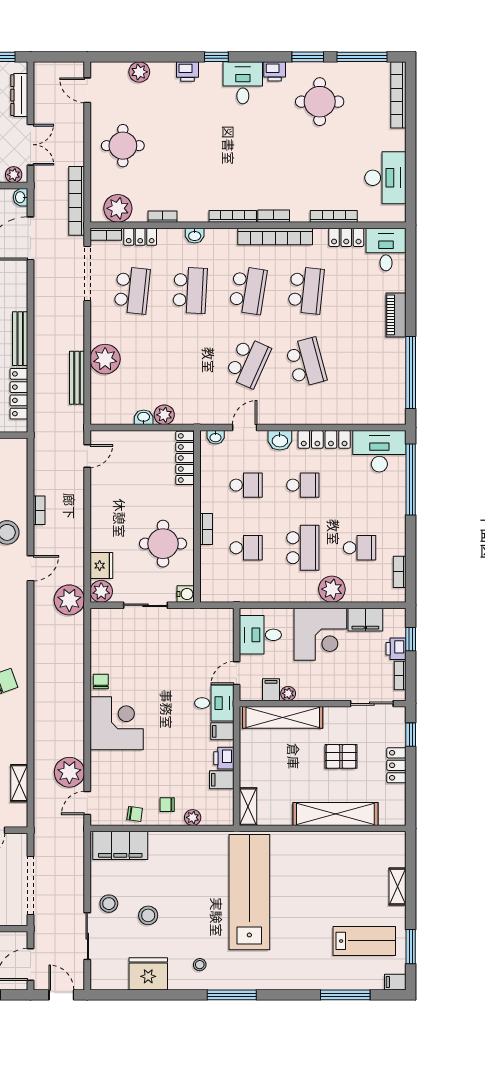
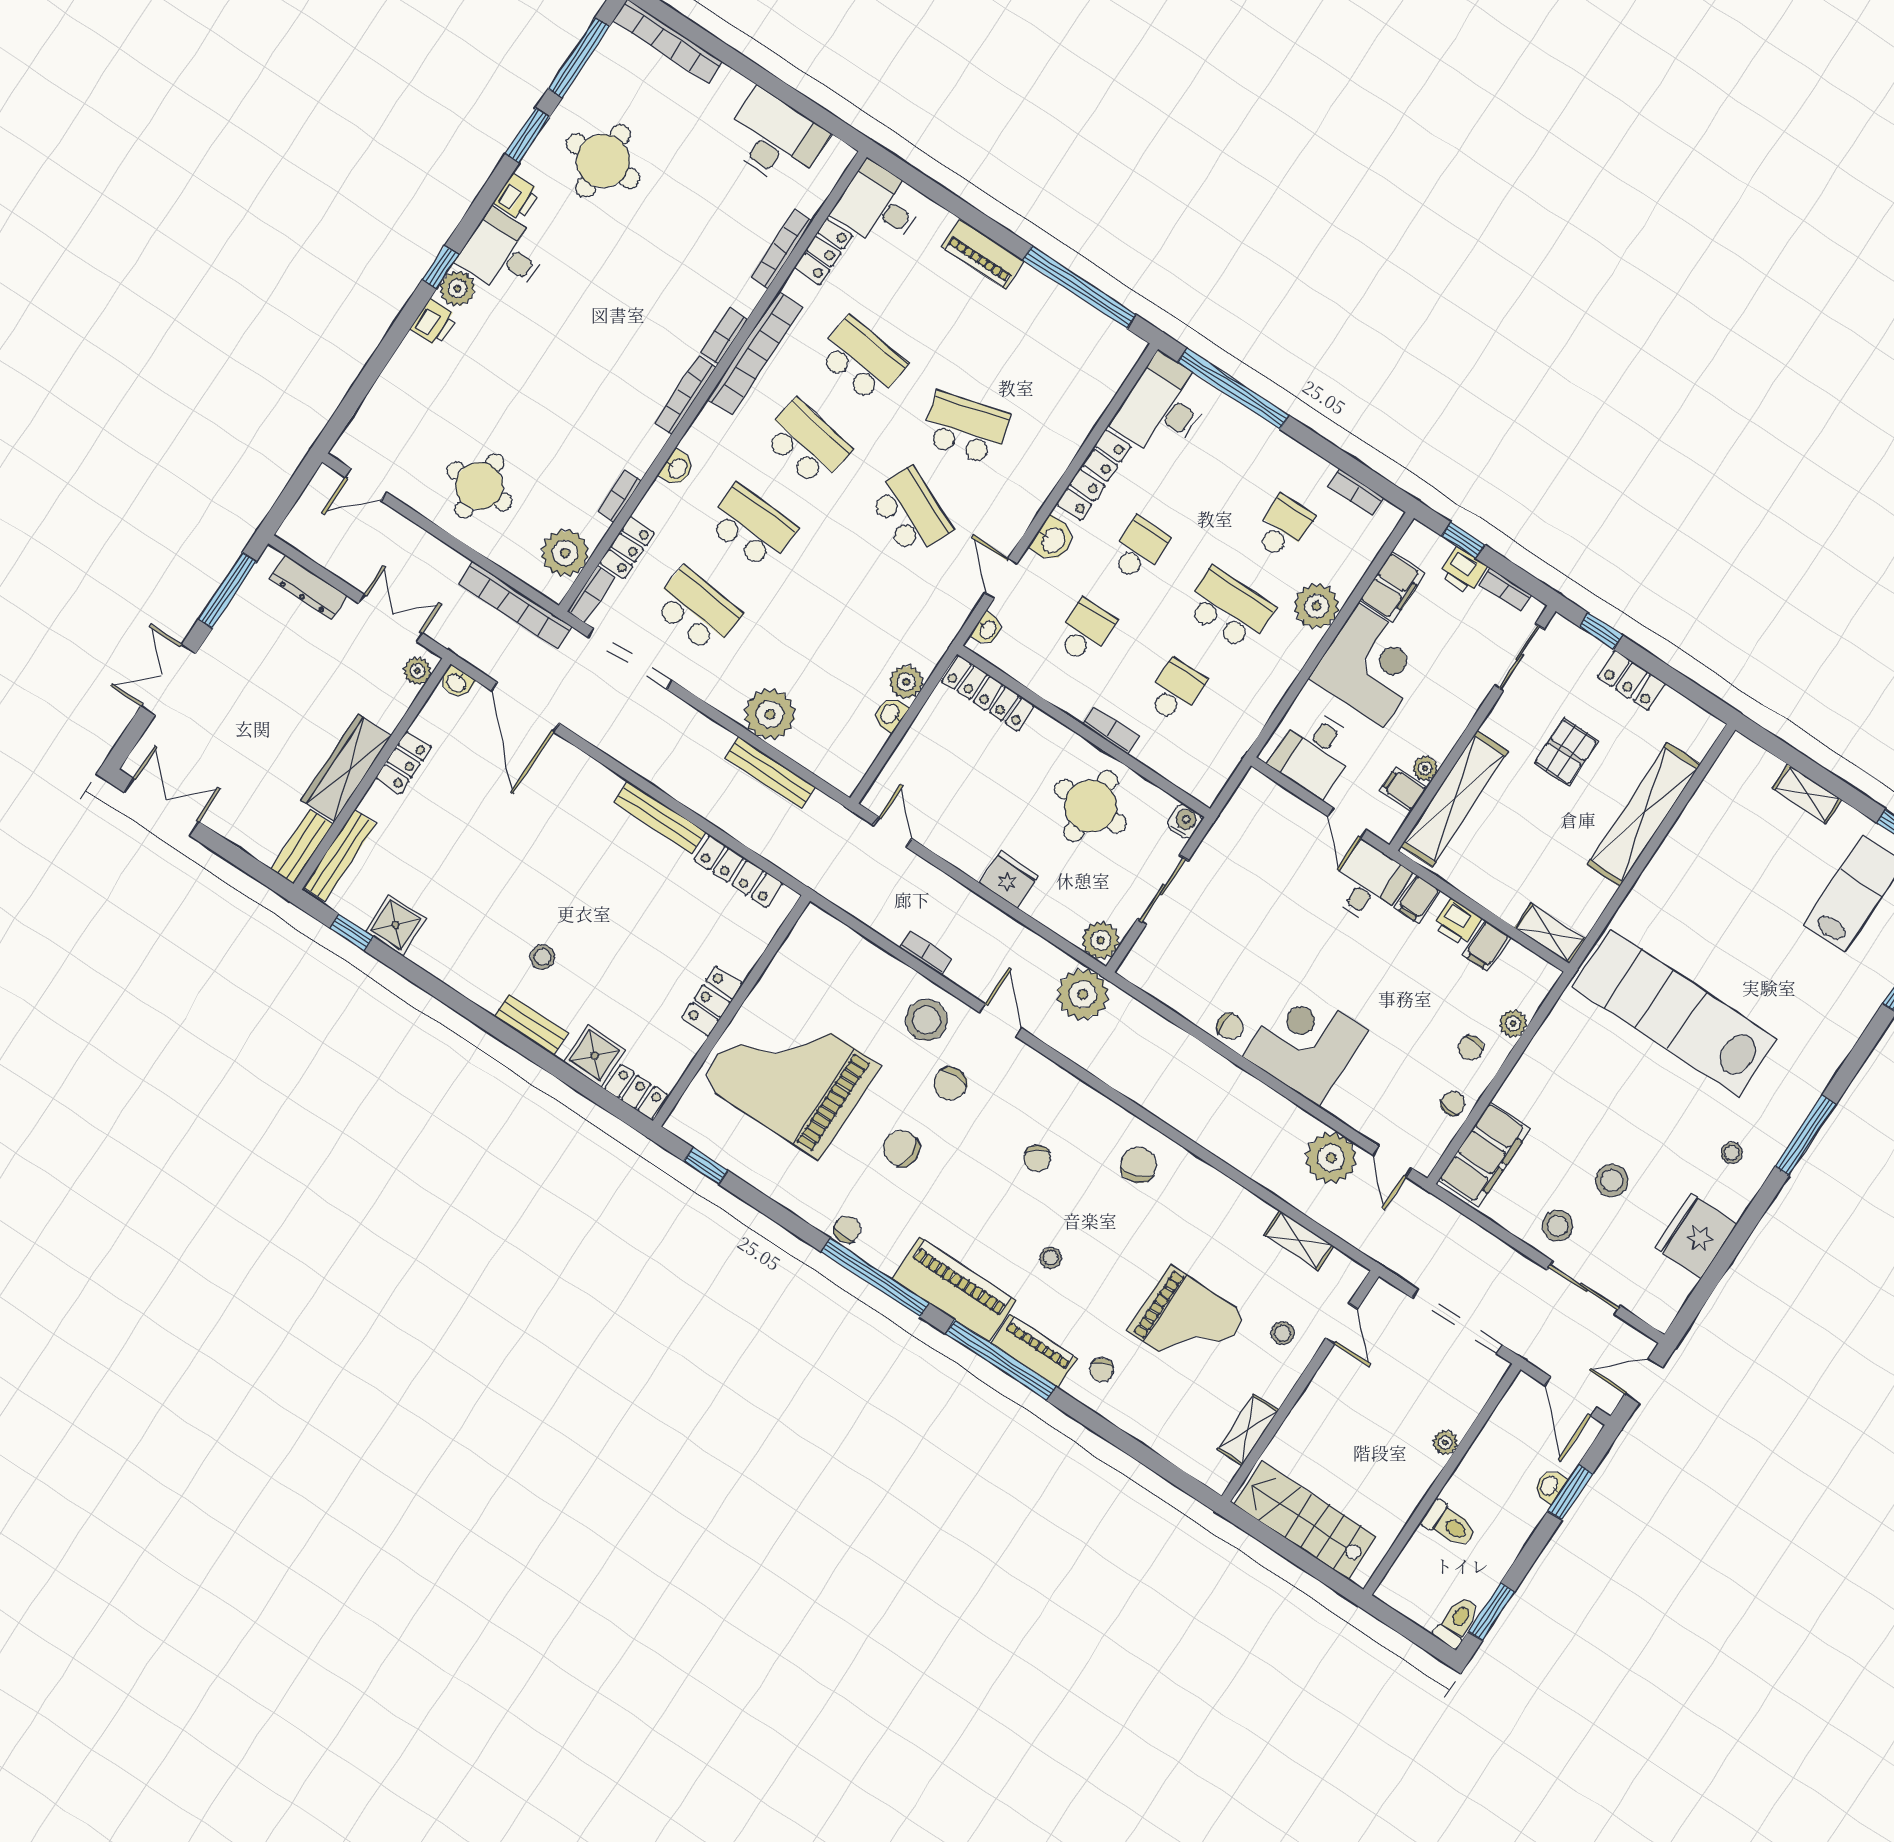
plant: (139, 72) -> (457, 289), moved
fridge: (101, 566) -> (1009, 879), moved
chair: (101, 681) -> (1230, 1027), turned 180

